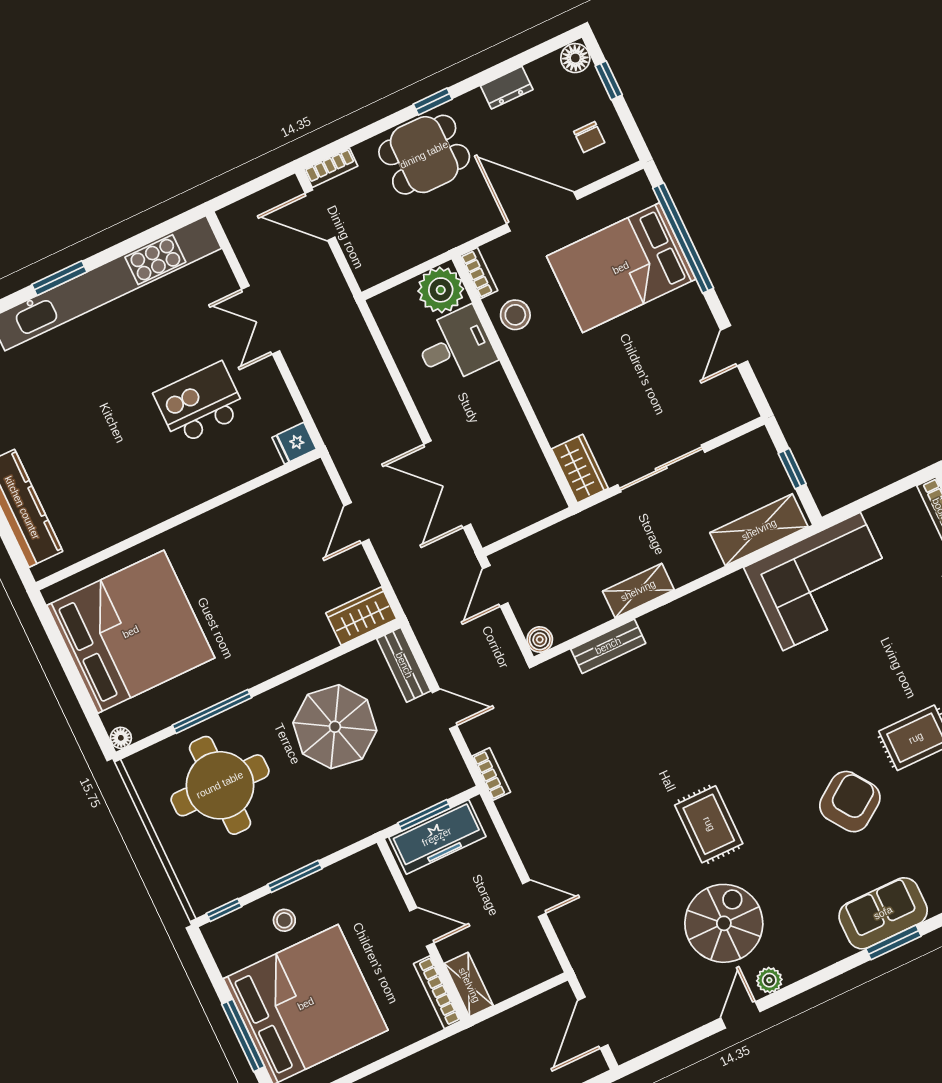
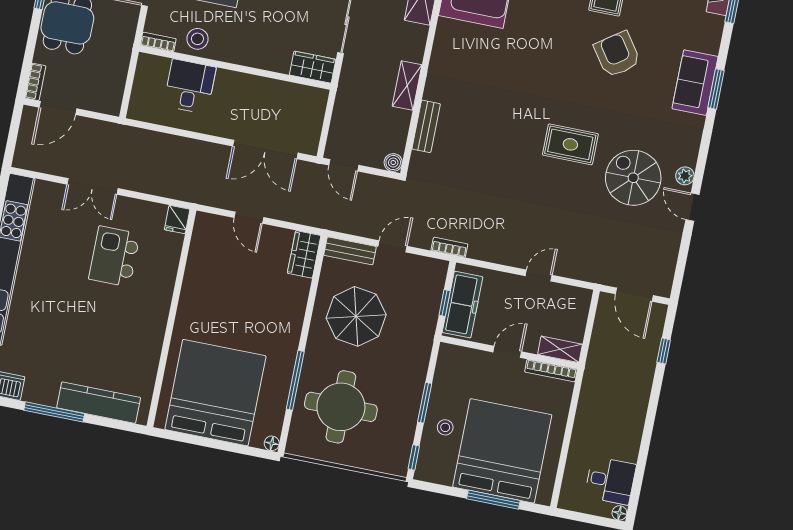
plant: (441, 290) -> (152, 71), removed
window: (424, 815) -> (445, 303), width x0.67

